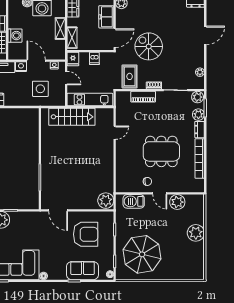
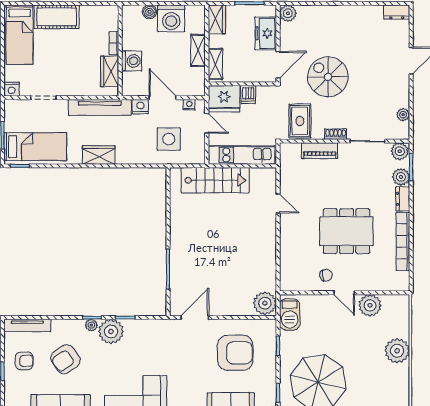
fridge: (73, 59) -> (224, 99), width x1.88, depth x1.34
door: (115, 133) -> (278, 203), hinge flipped
barbecue: (134, 201) -> (290, 314), moved, turned -90
door: (58, 210) -> (195, 318), swing flipped

